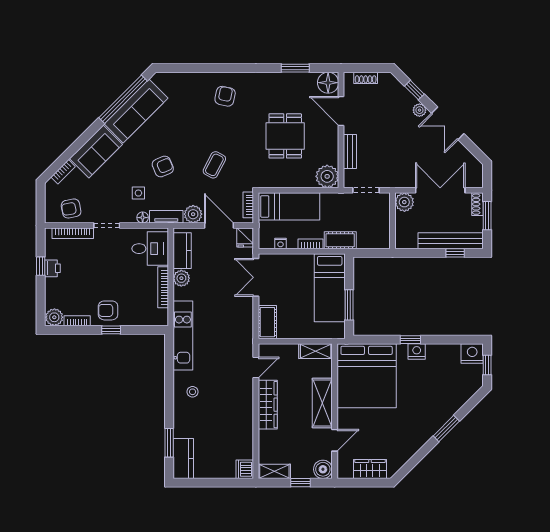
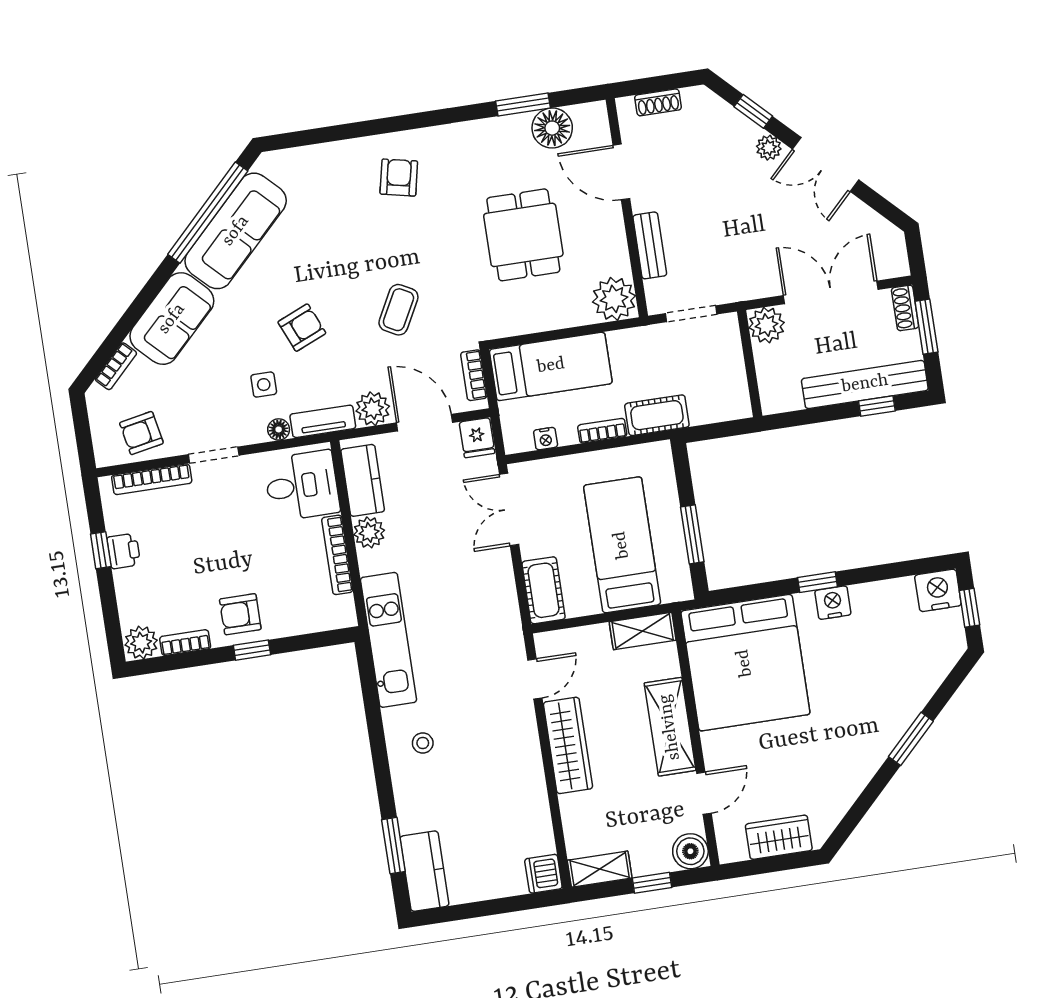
floor lamp: (328, 83) -> (552, 128), moved
bed: (330, 288) -> (622, 545), moved, turned 180

